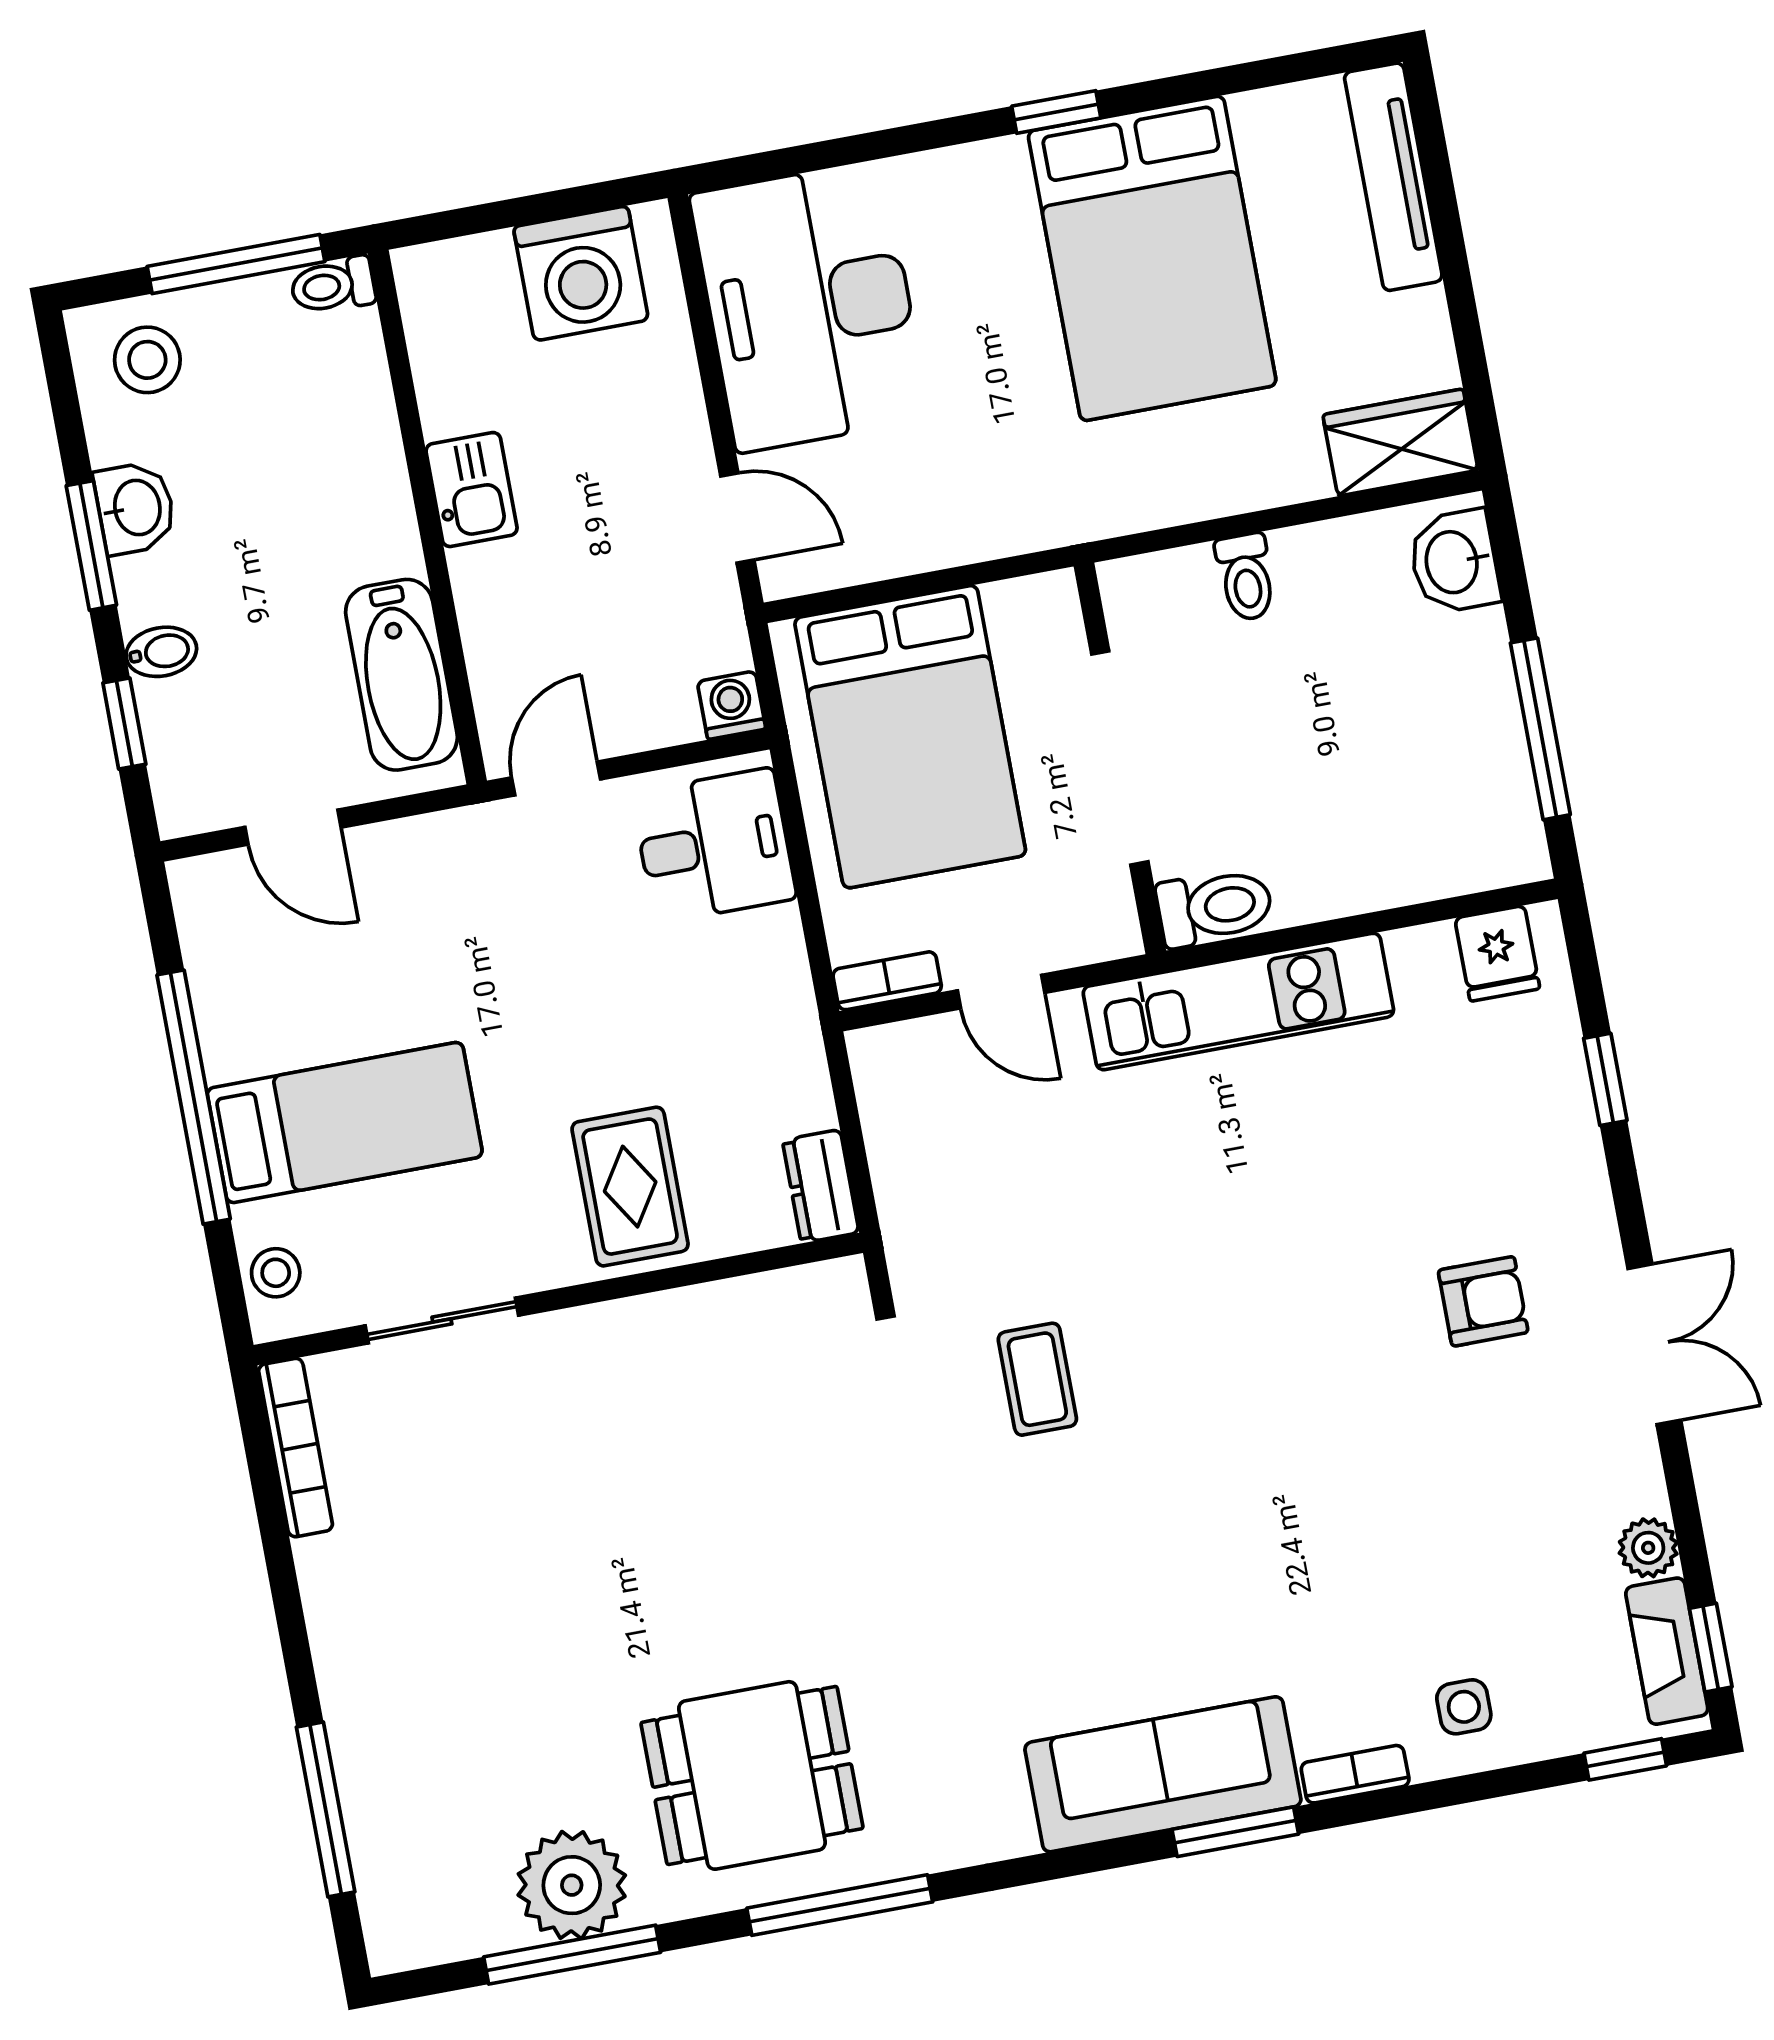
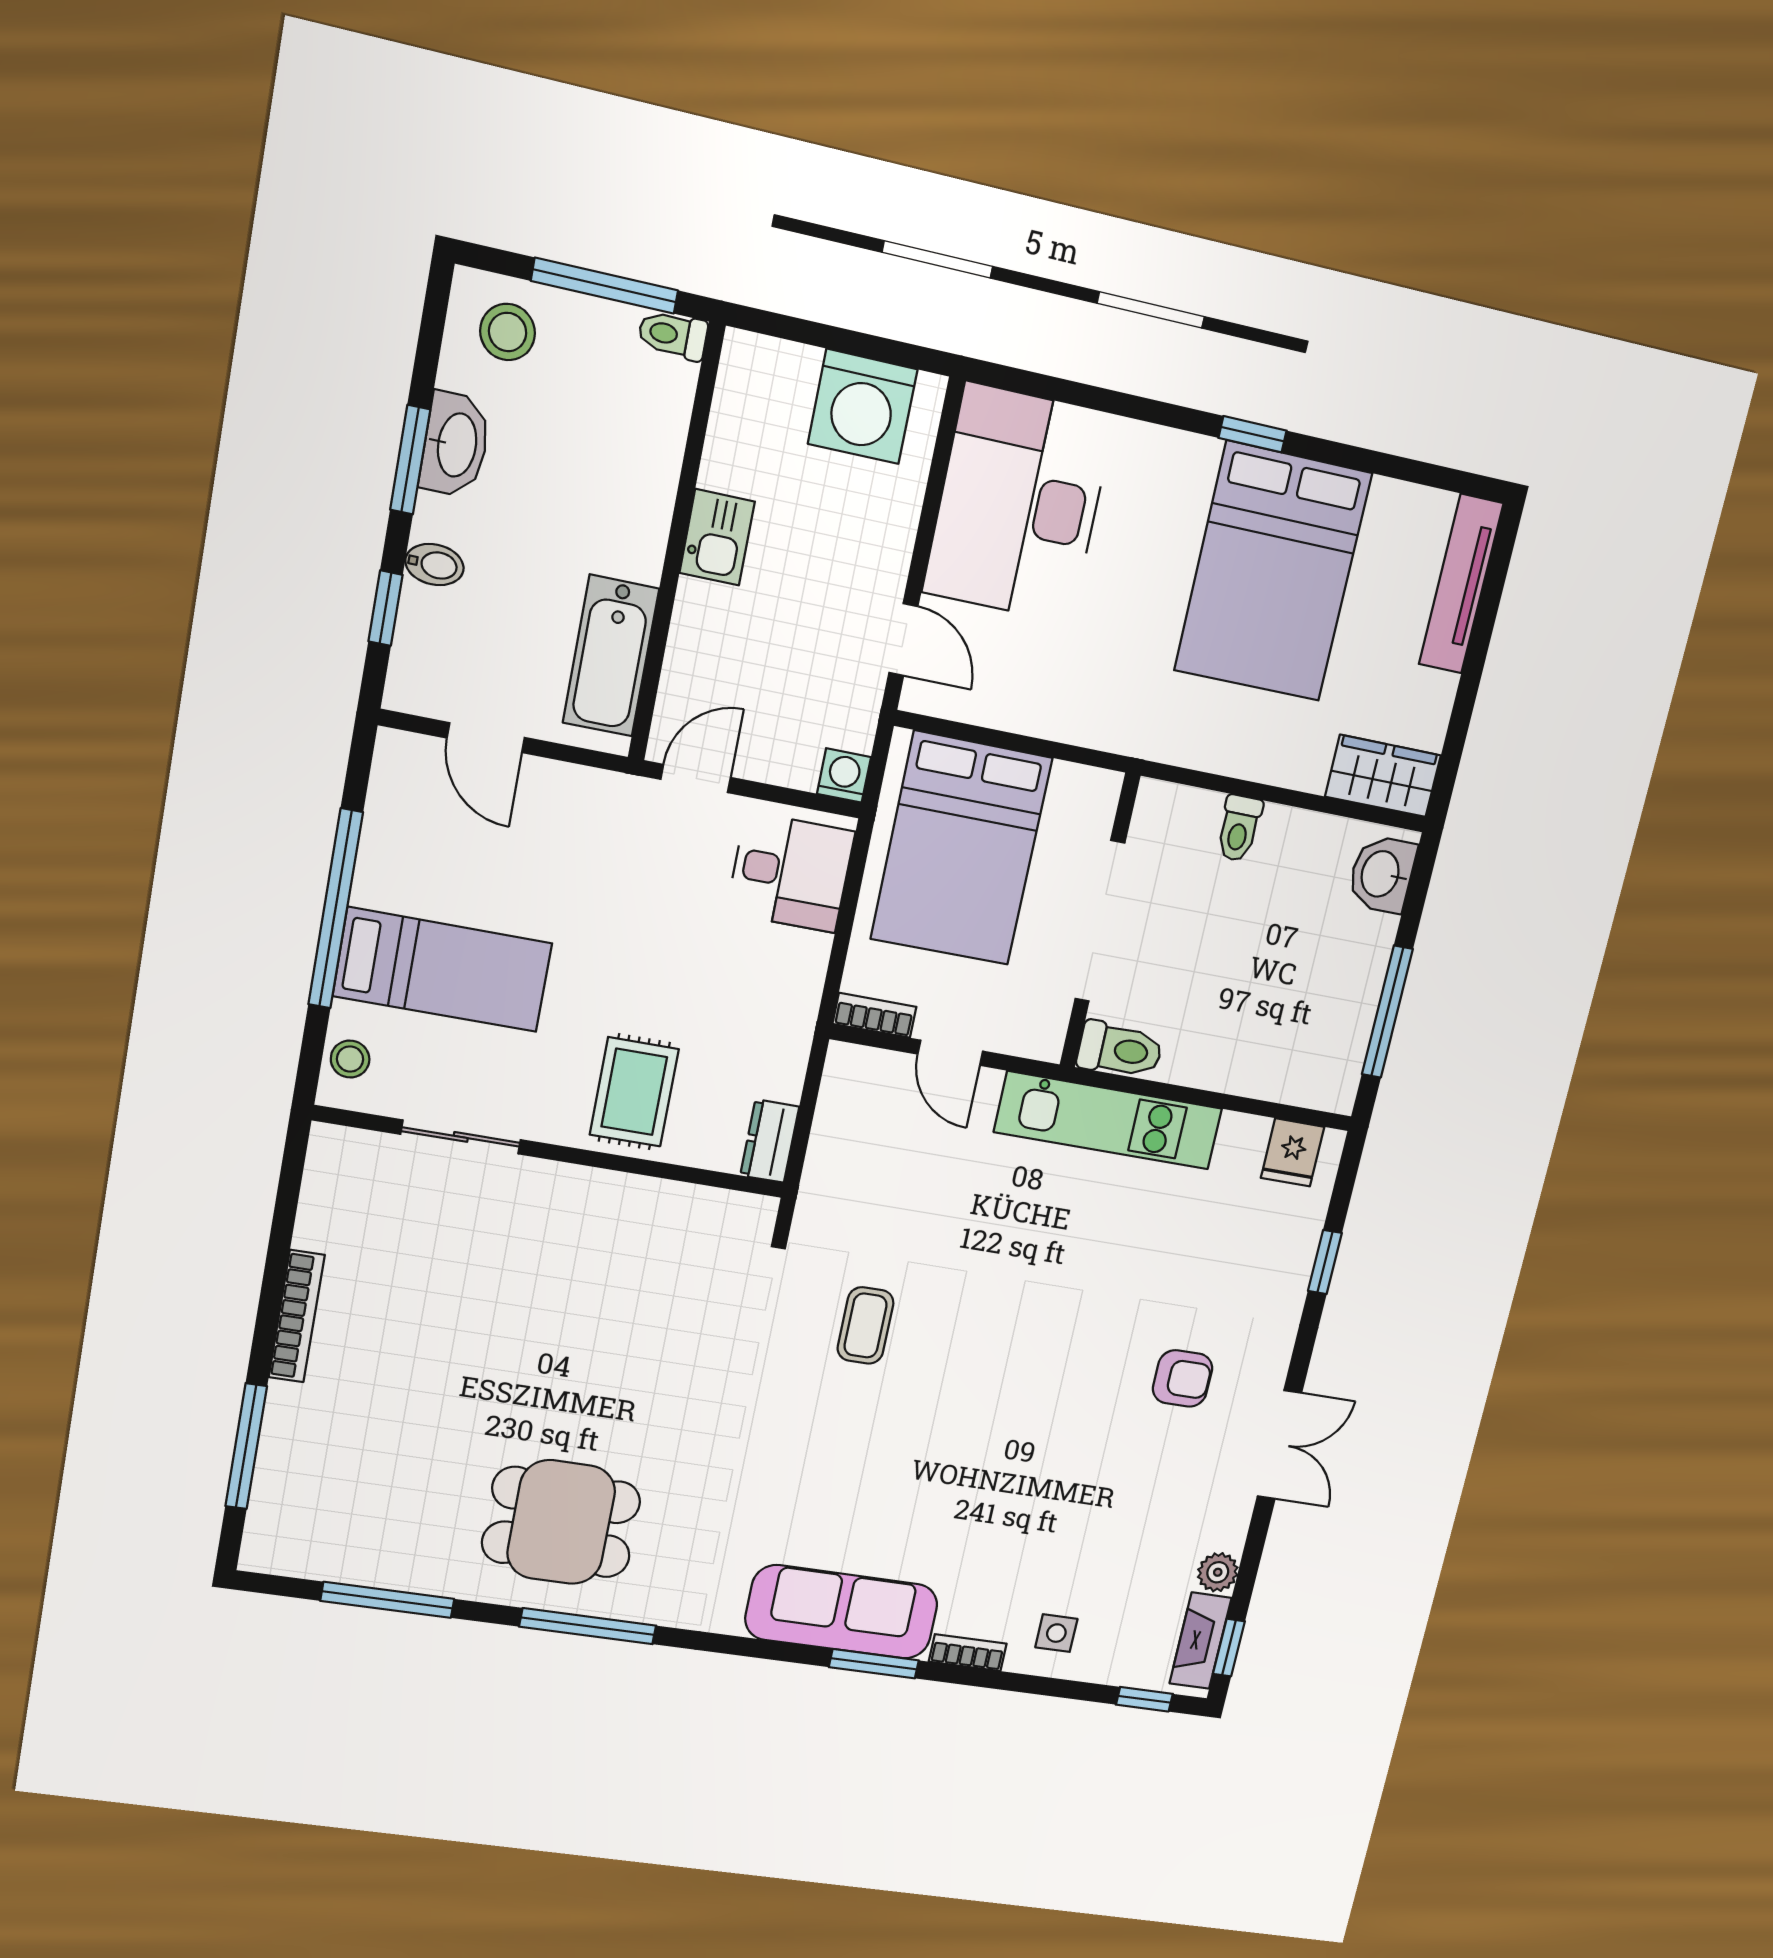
washbasin: (135, 508) -> (455, 445), width x1.38
bookcase: (295, 1448) -> (297, 1316), moved
plant: (572, 1885) -> (405, 1554), removed

